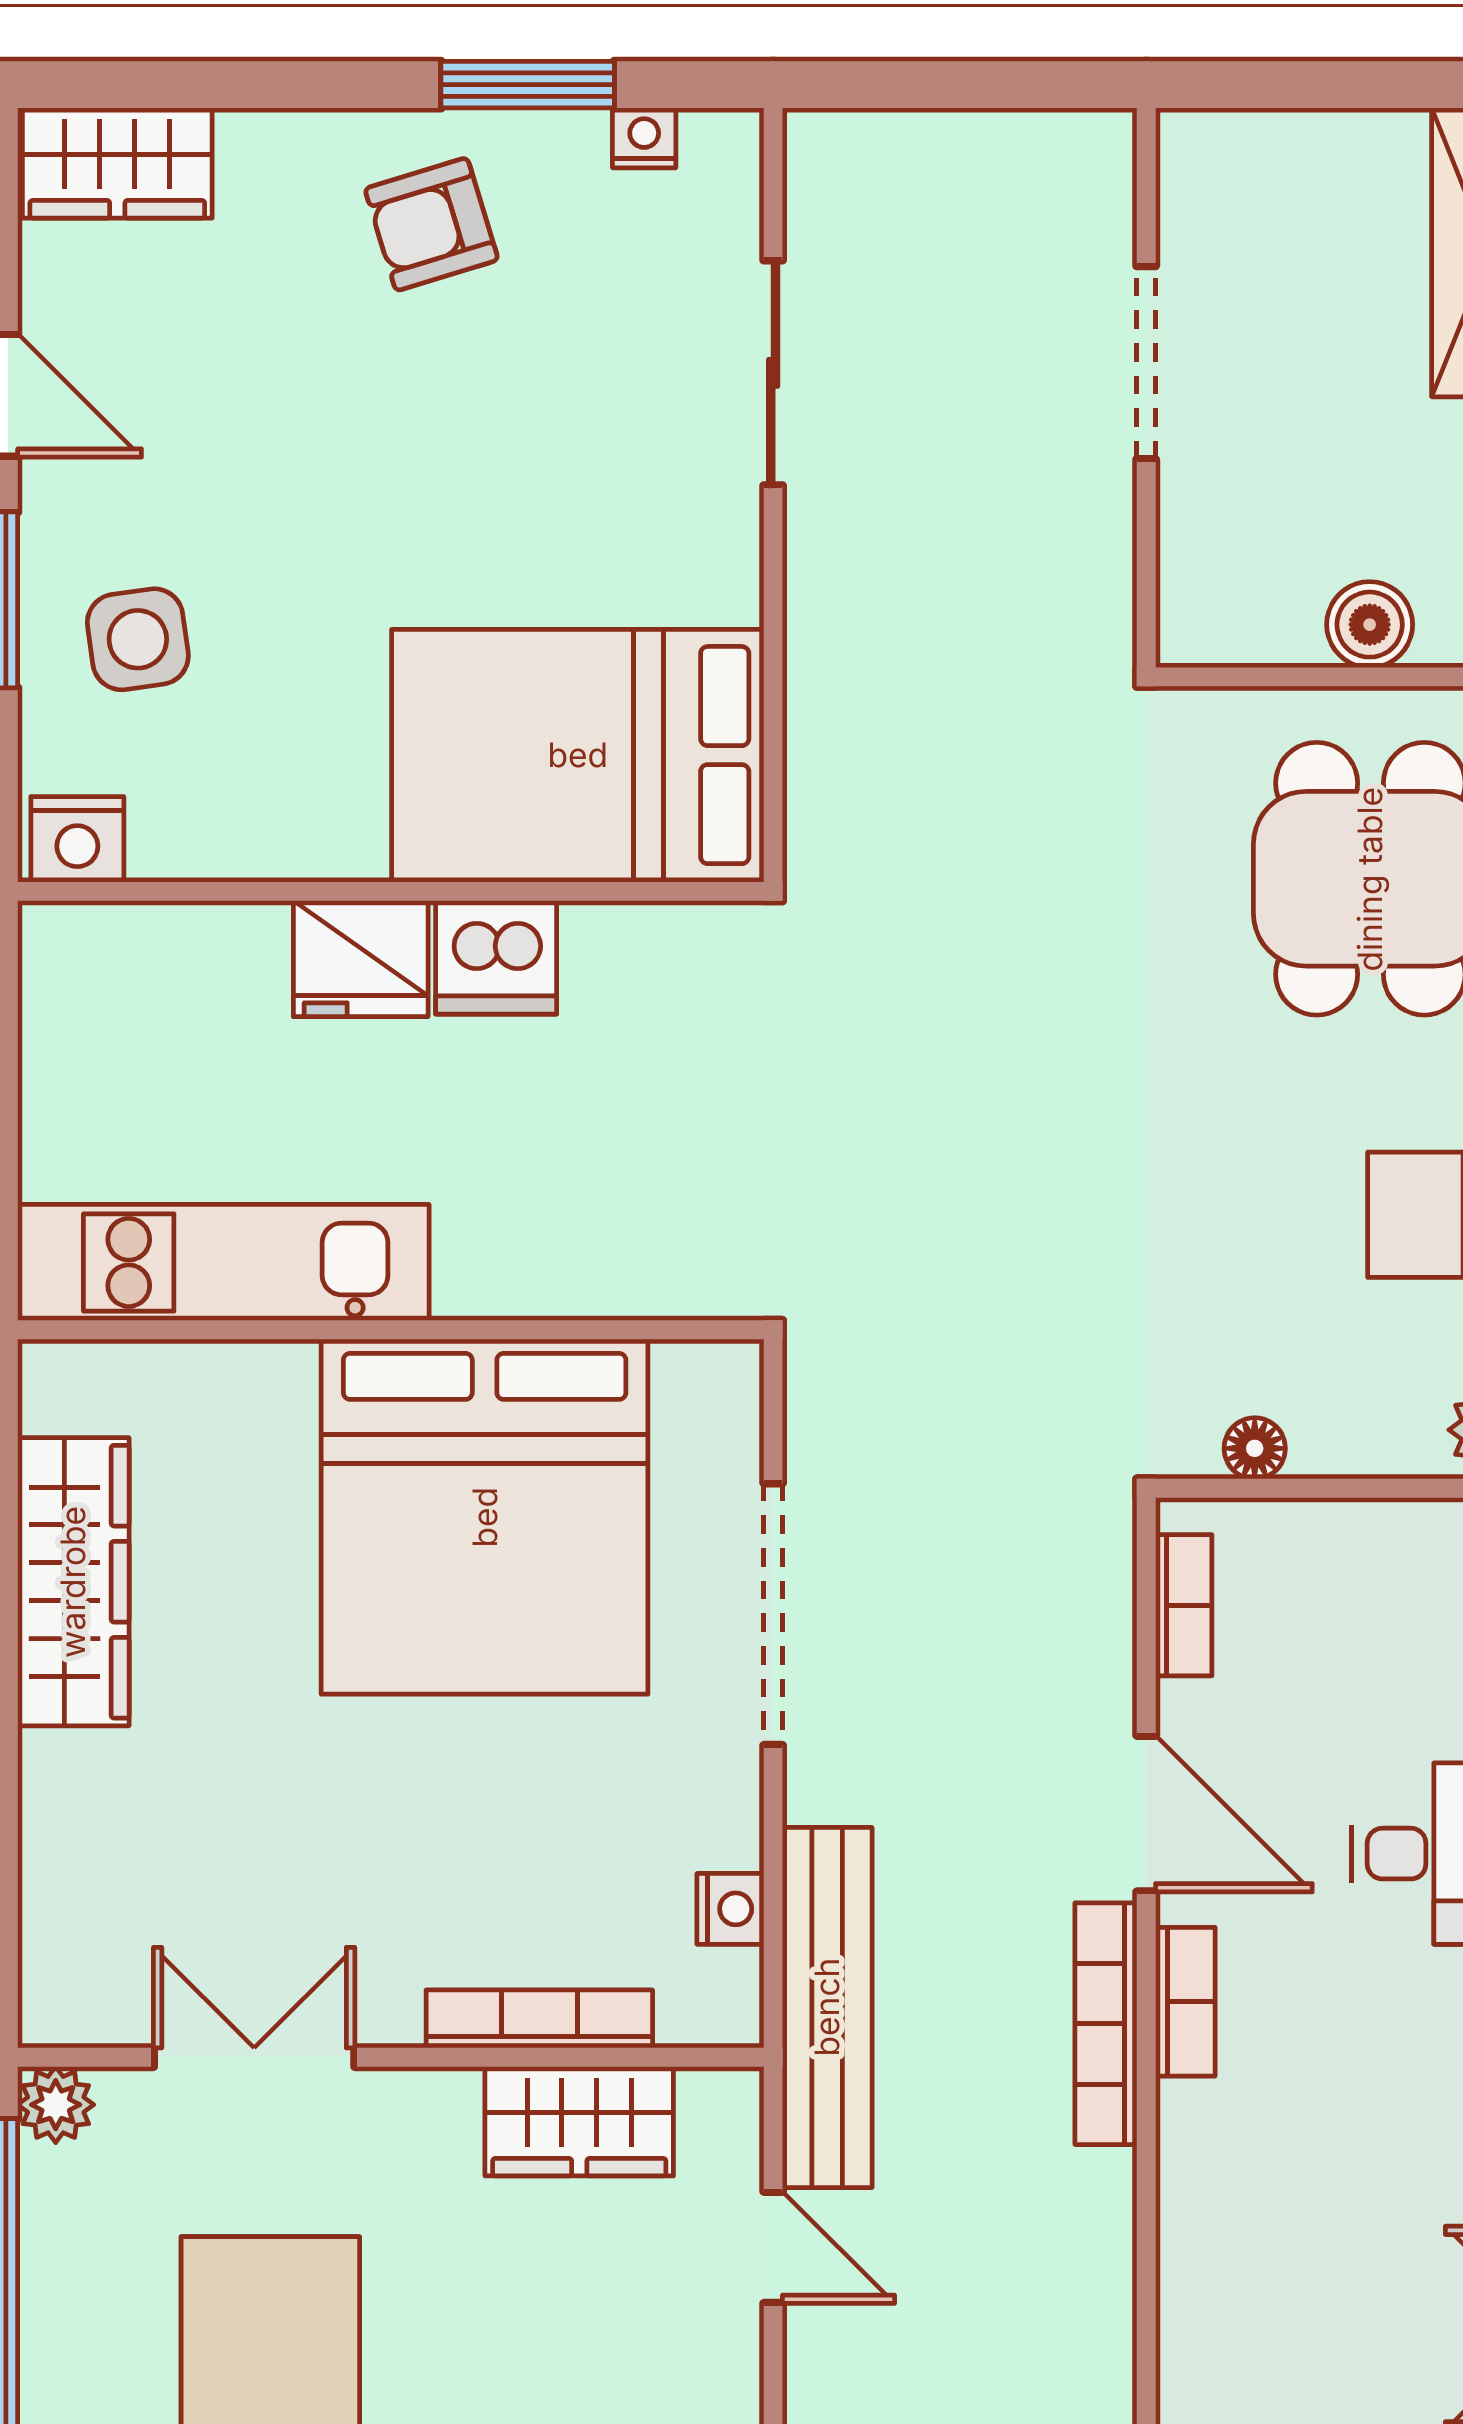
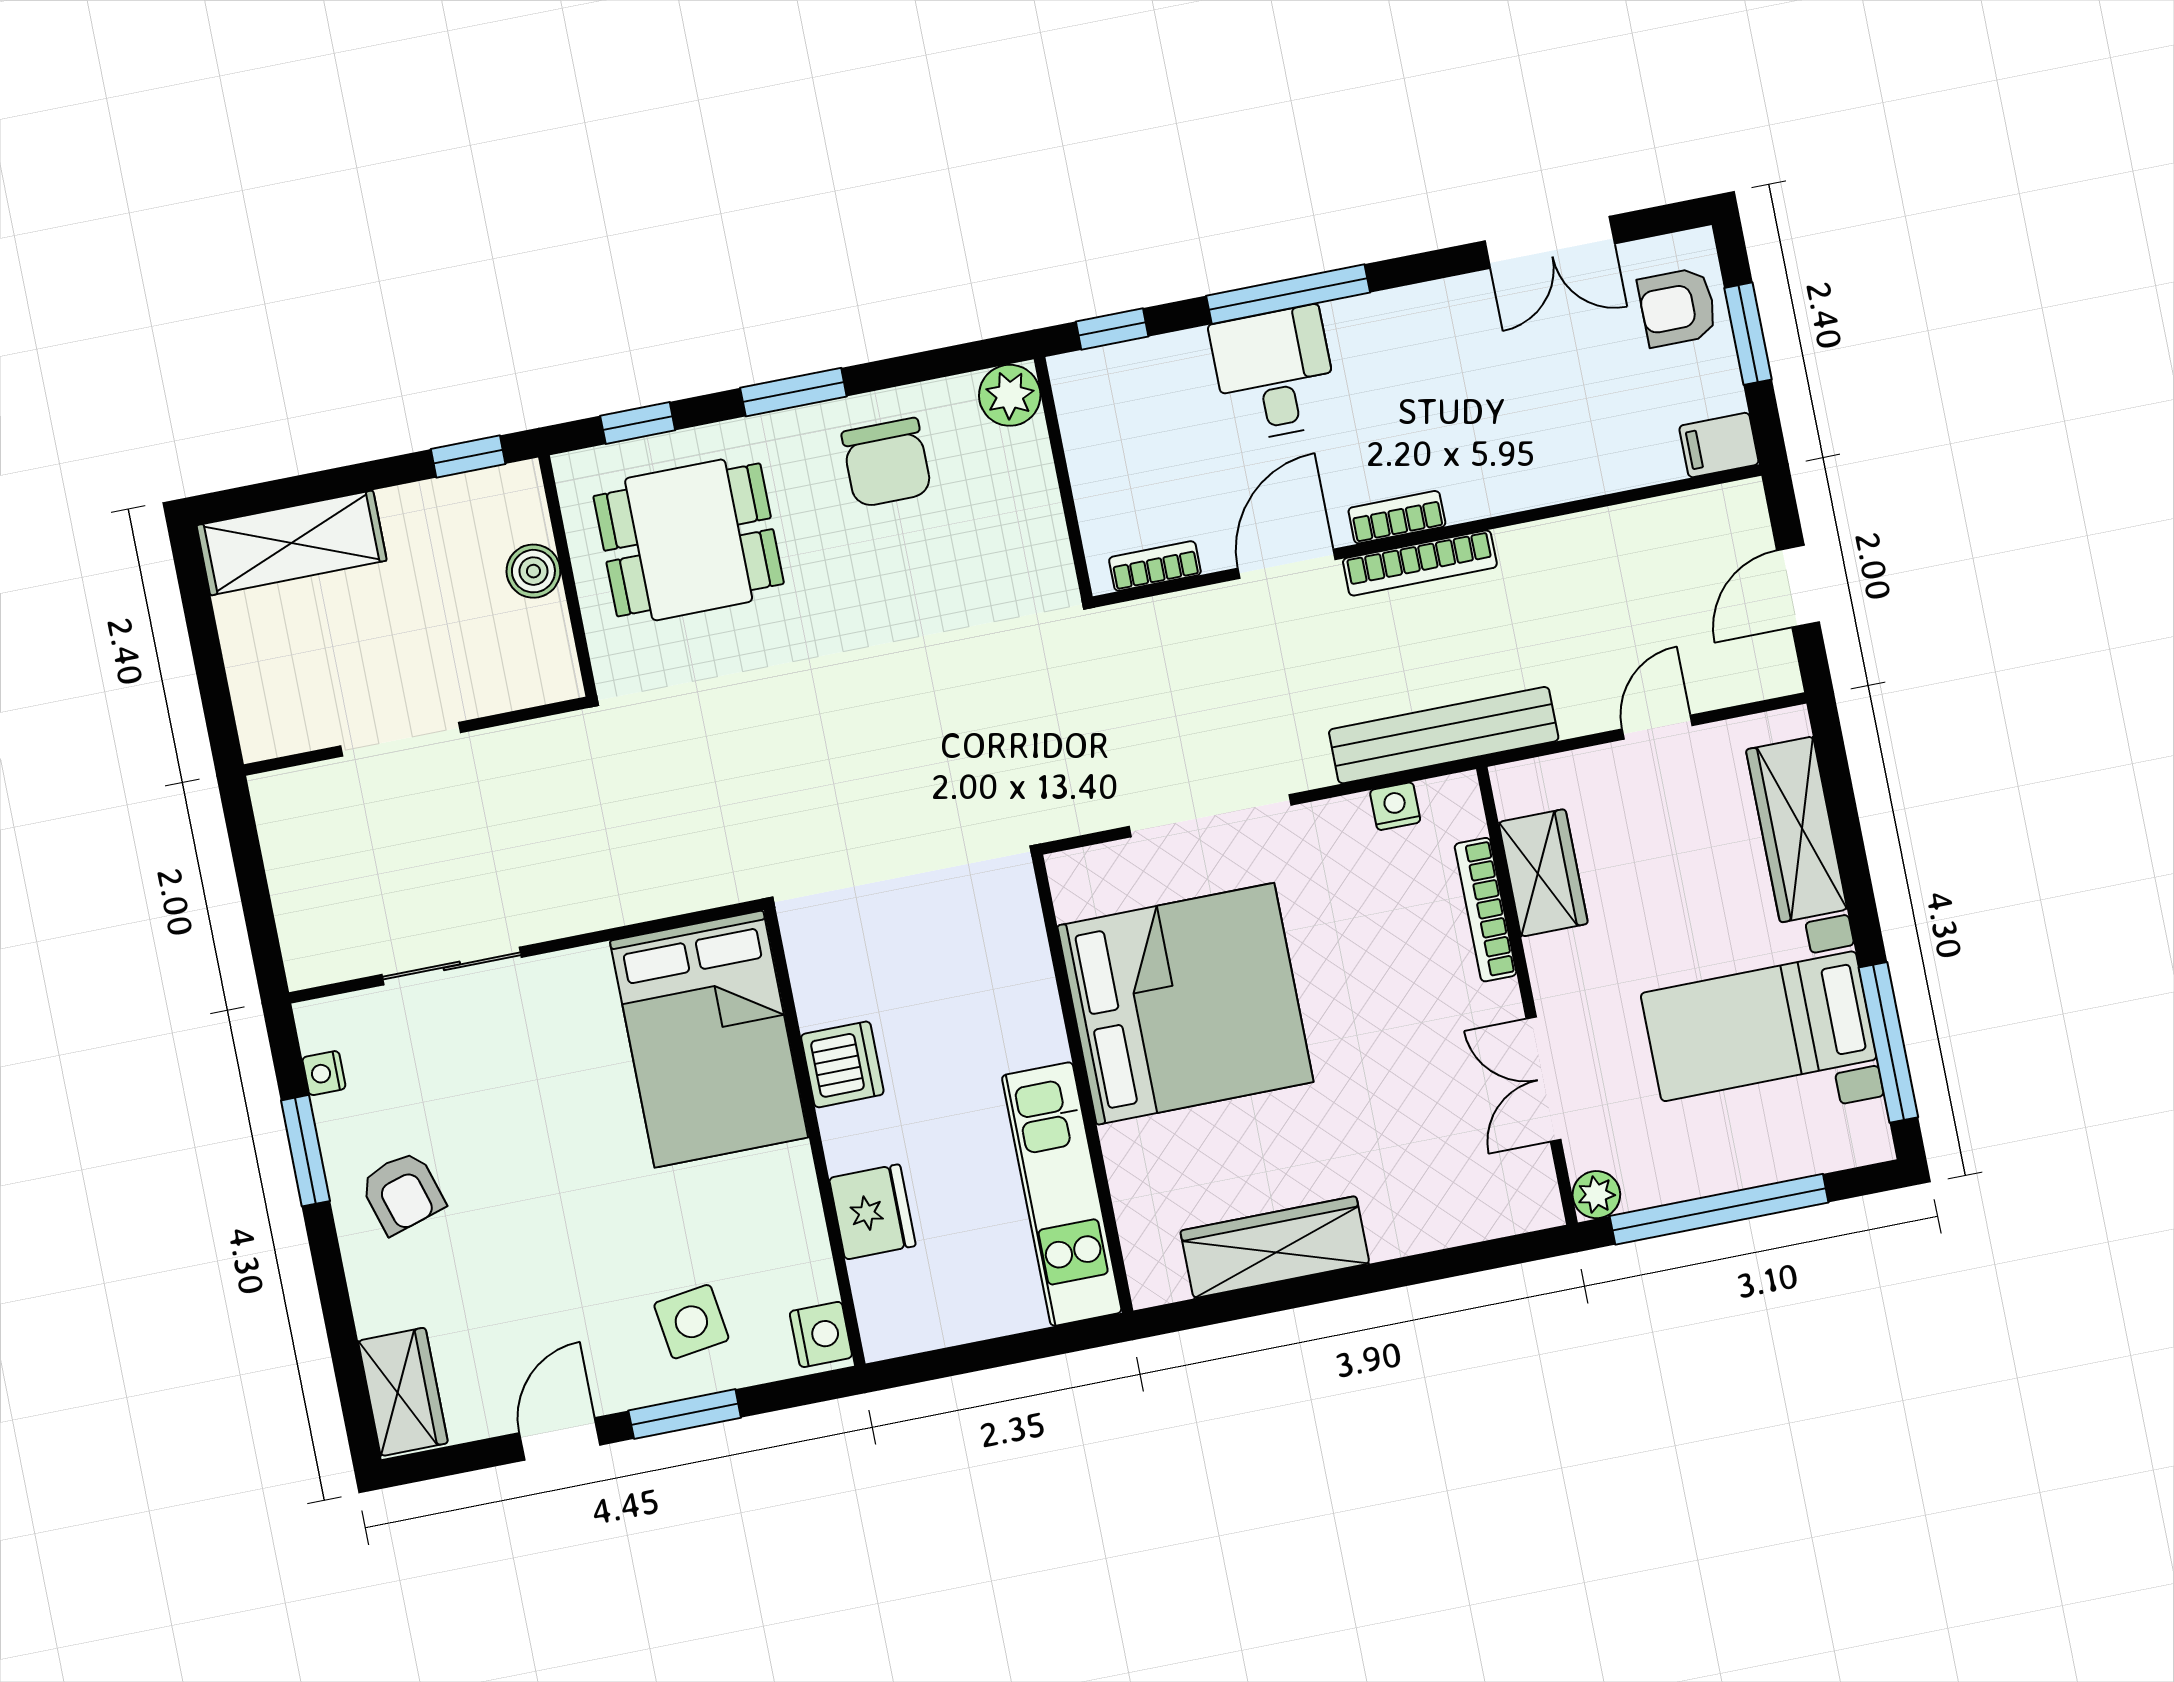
fridge: (361, 959) -> (872, 1212), moved
floor lamp: (1255, 1448) -> (1050, 542), removed
door: (773, 2247) -> (1657, 727), moved

